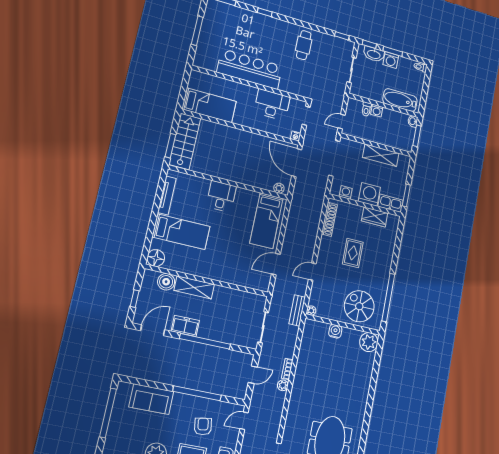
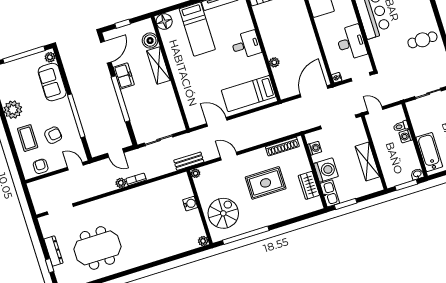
plant: (279, 188) -> (274, 62), moved
rug: (353, 253) -> (266, 183), width x1.36, depth x1.43
door: (153, 330) -> (106, 52), hinge flipped
plant: (369, 342) -> (203, 241), width x0.53, depth x0.53
plant: (126, 388) -> (50, 57), added

